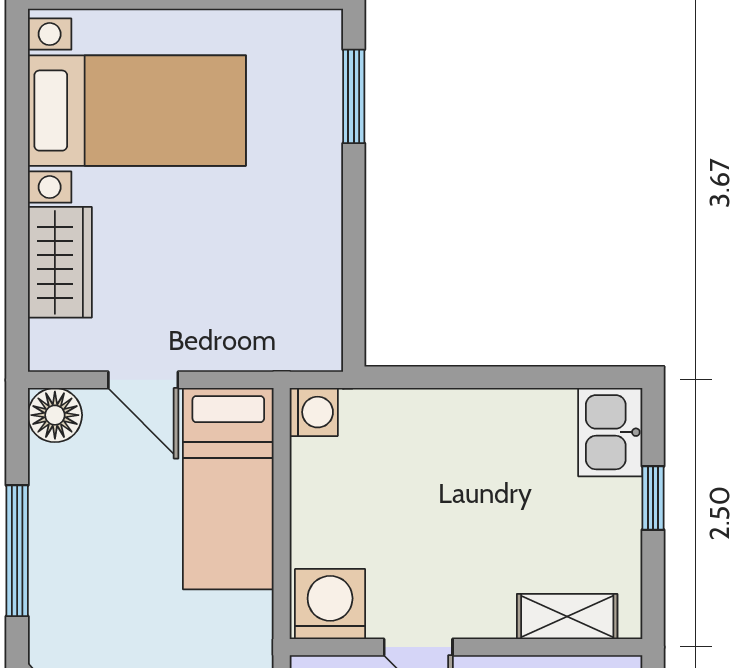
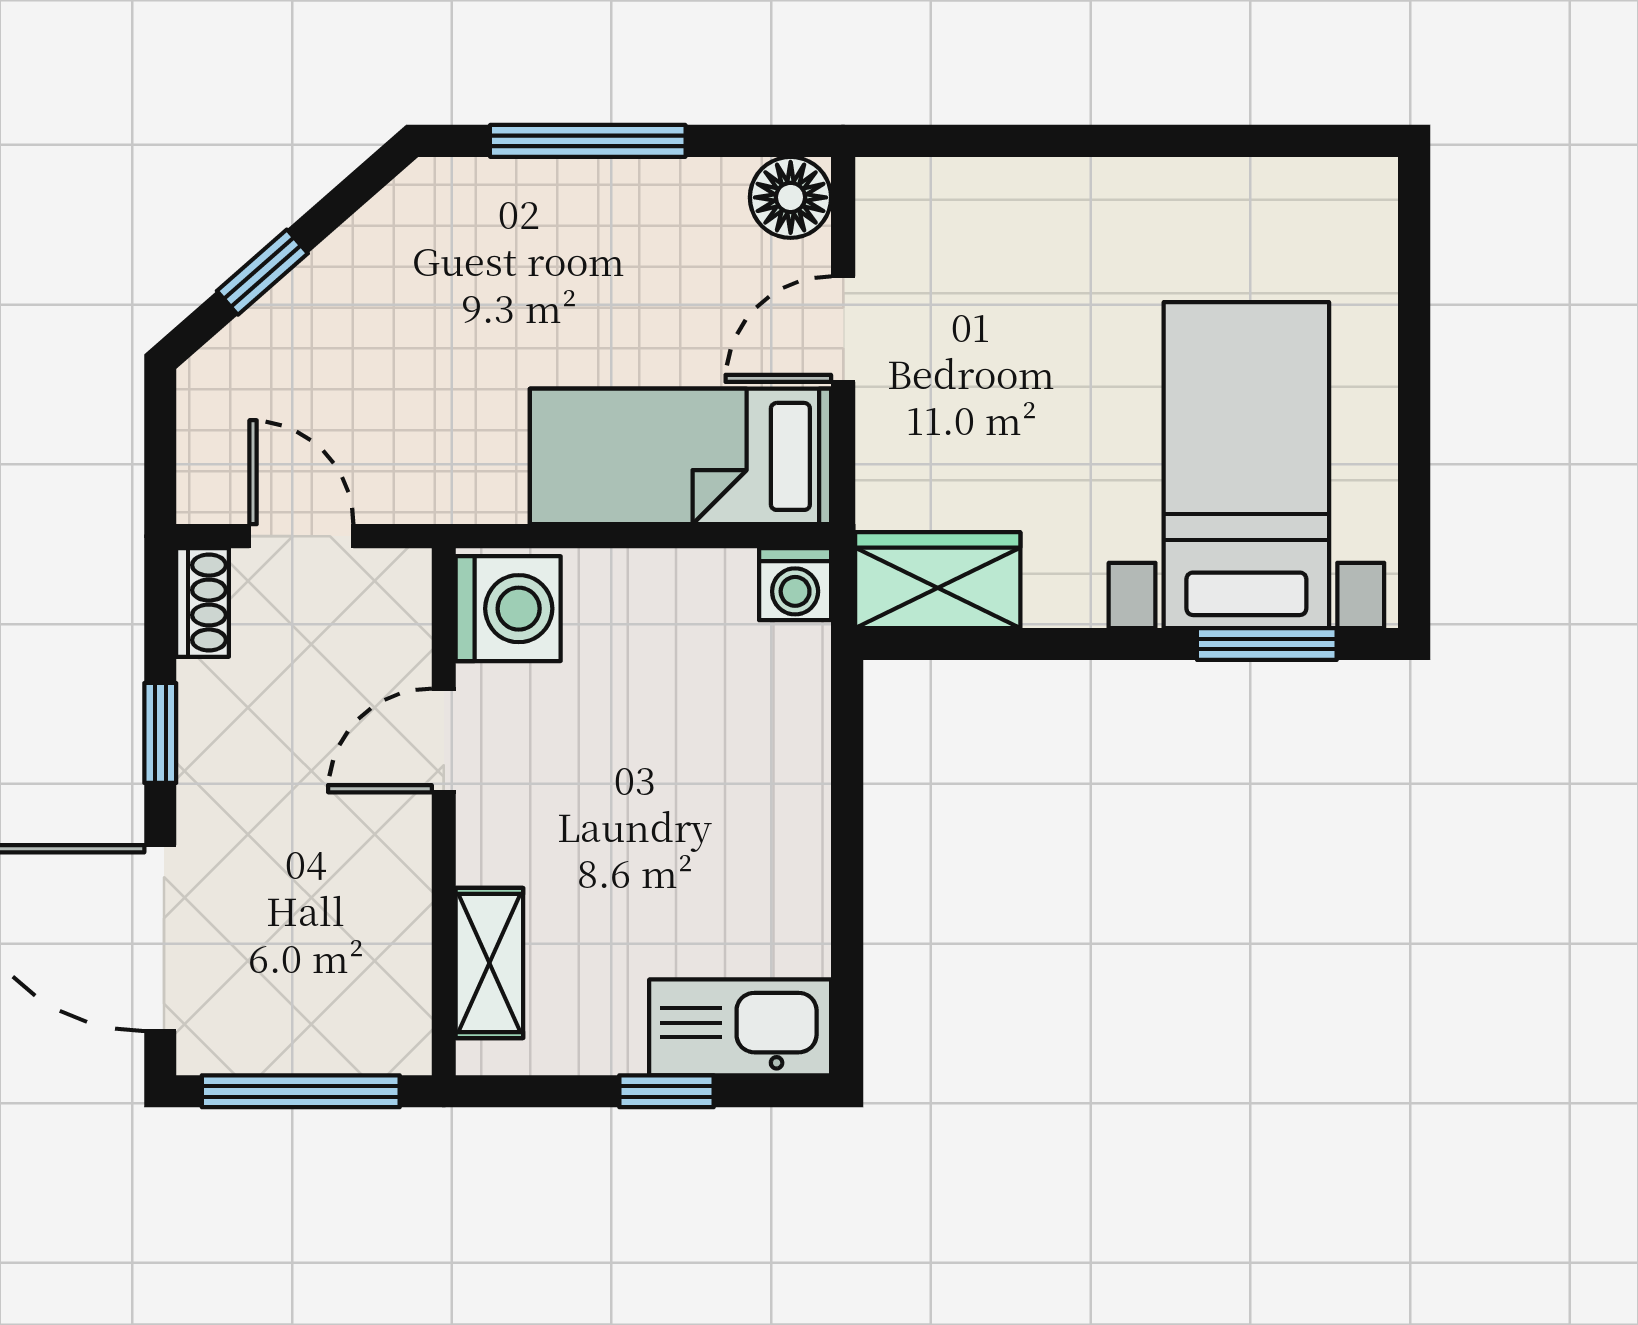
bed with nightstands: (137, 111) -> (1246, 465), moved, turned 180
wardrobe: (60, 262) -> (938, 580), moved, turned 180
kitchen sink: (610, 432) -> (740, 1027), width x1.38

